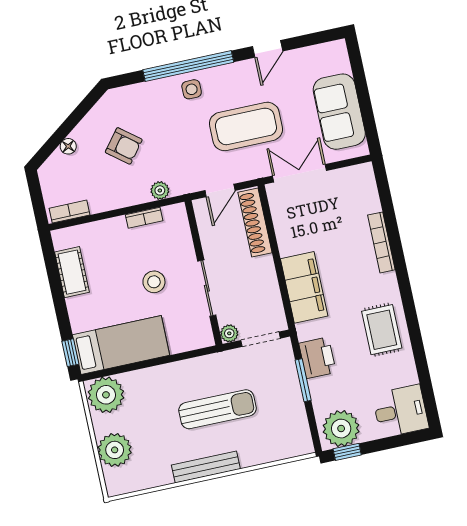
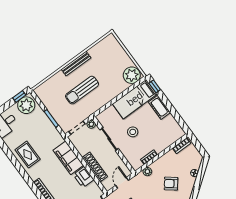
shoe rack: (255, 223) -> (95, 167), moved
cot: (72, 272) -> (159, 107), moved
printer: (317, 358) -> (84, 177), moved
plant: (115, 450) -> (118, 54), removed

